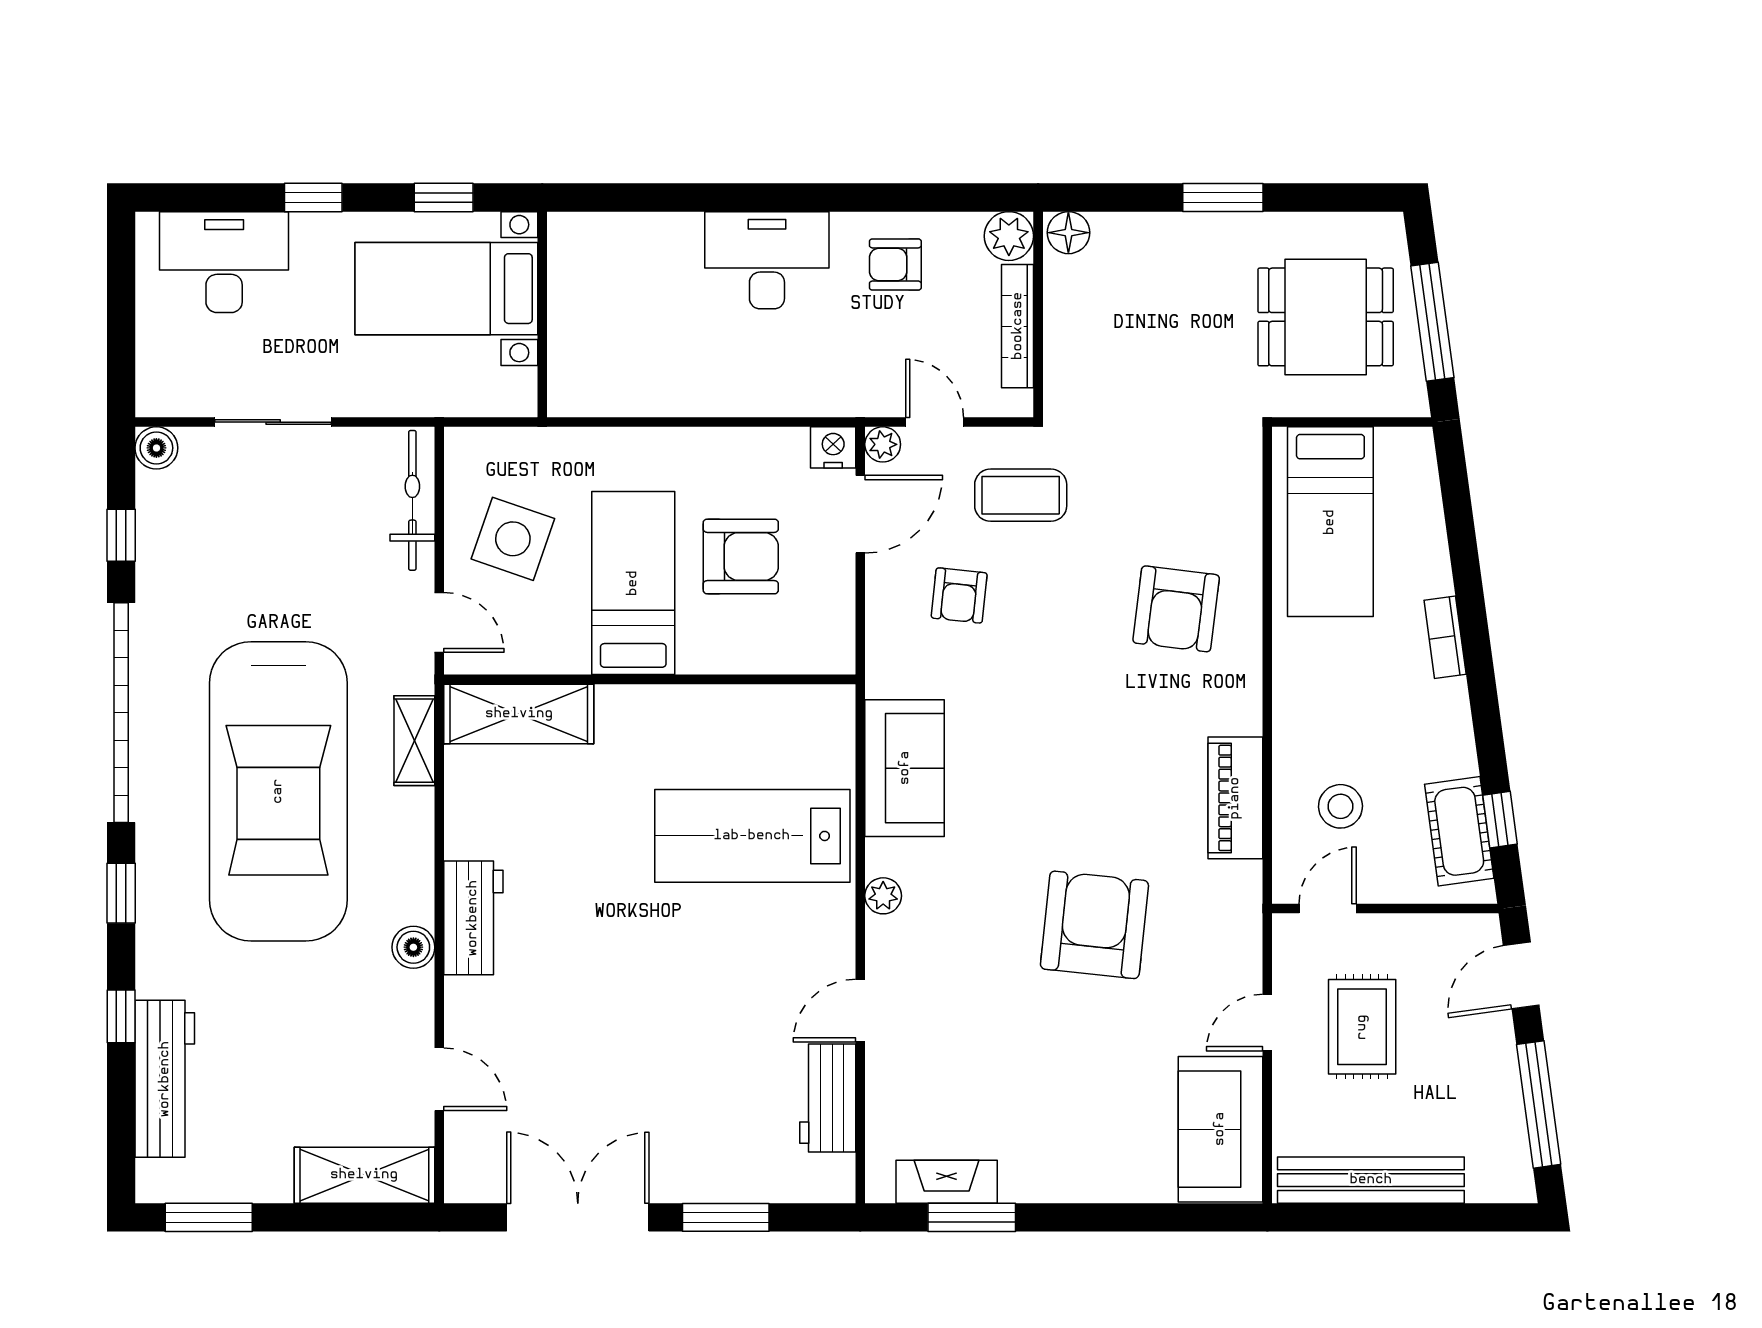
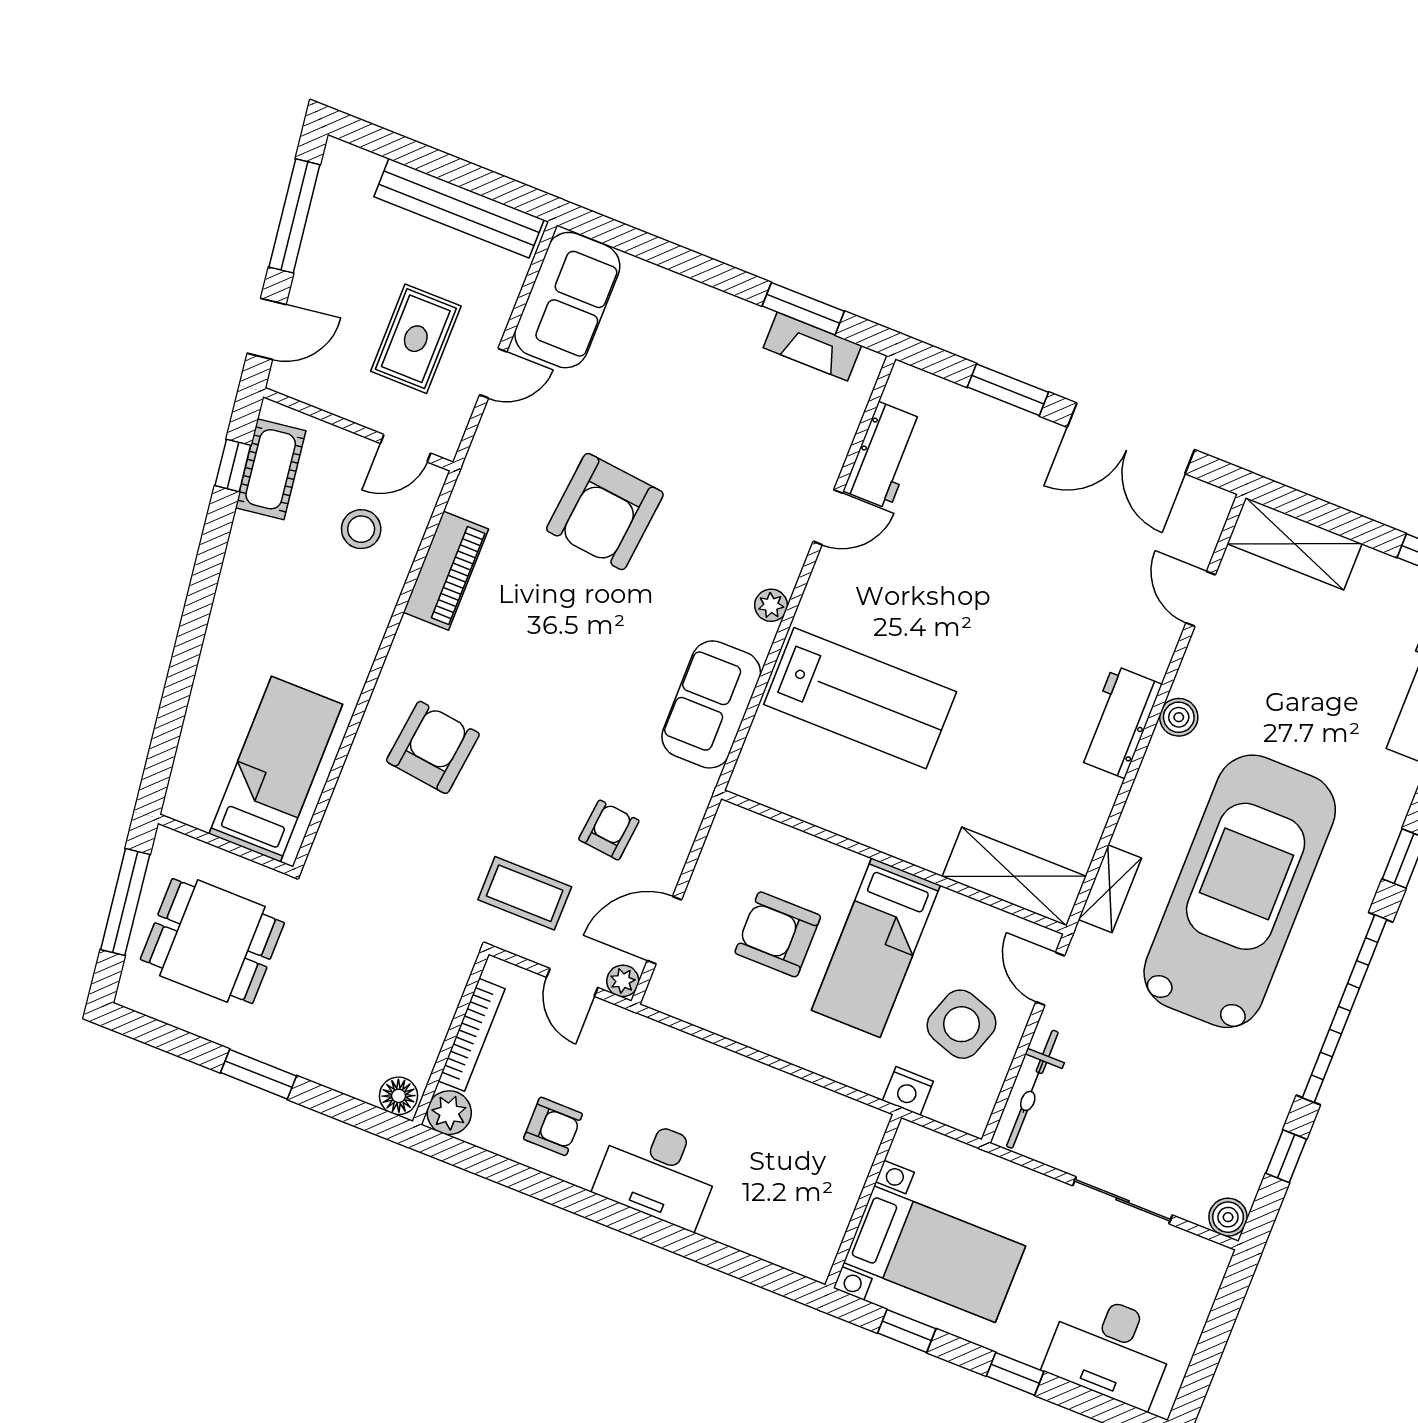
nightstand: (833, 447) -> (908, 1091), moved
bookcase: (1445, 637) -> (218, 635), removed

